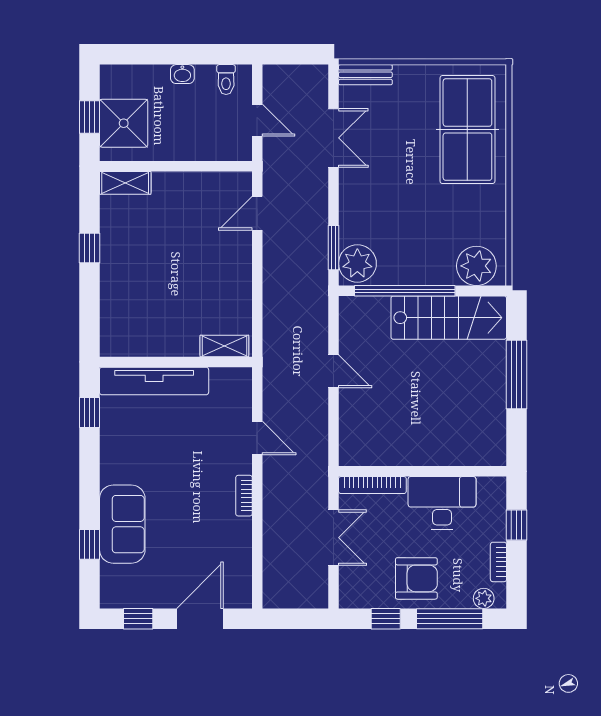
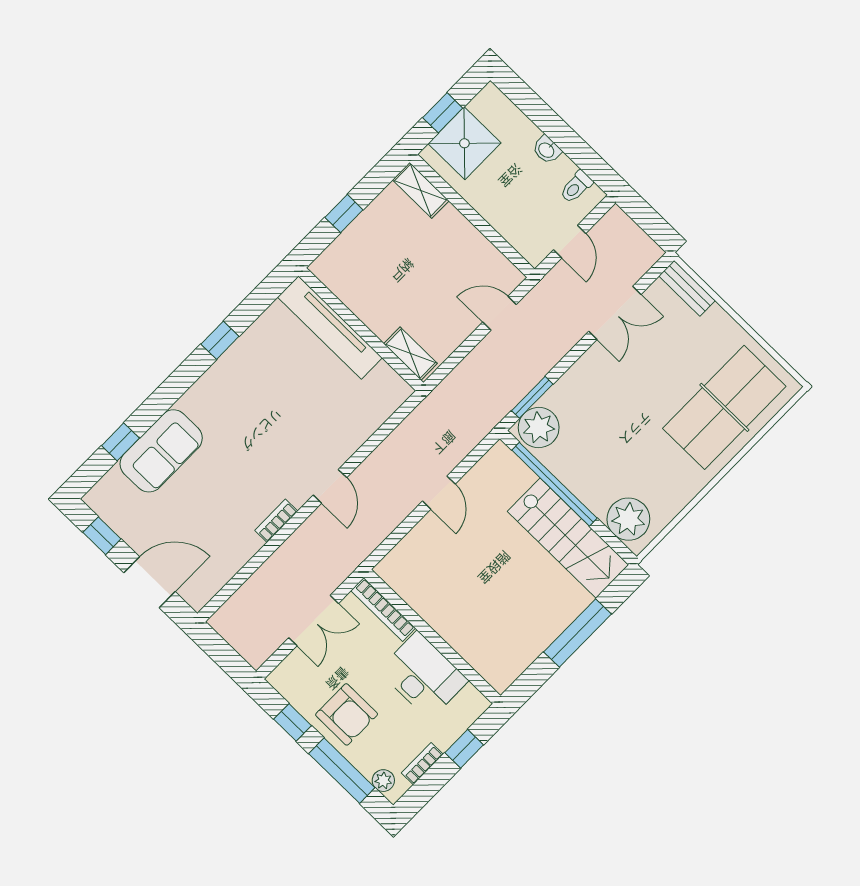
shelving: (224, 346) -> (410, 354), moved
wall: (176, 362) -> (361, 329), moved
tv unit: (154, 381) -> (330, 327), moved

